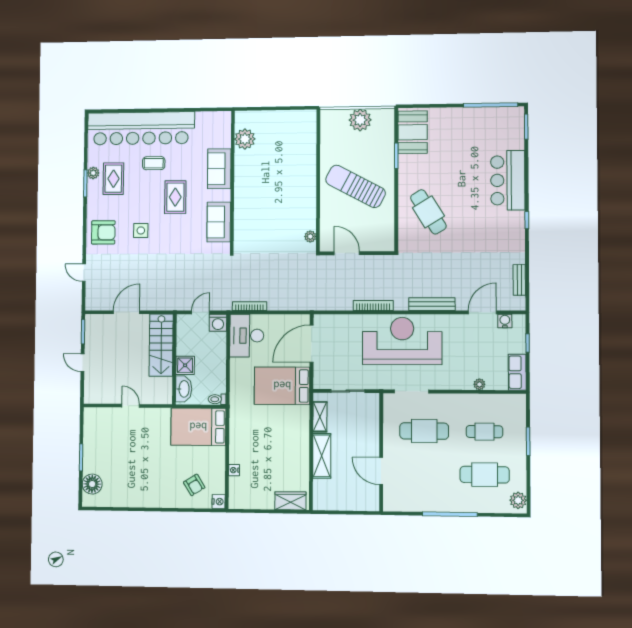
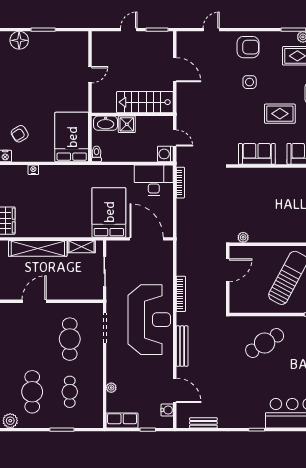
armchair: (103, 232) -> (248, 47), turned -90
shelving: (322, 456) -> (38, 248), width x1.47

